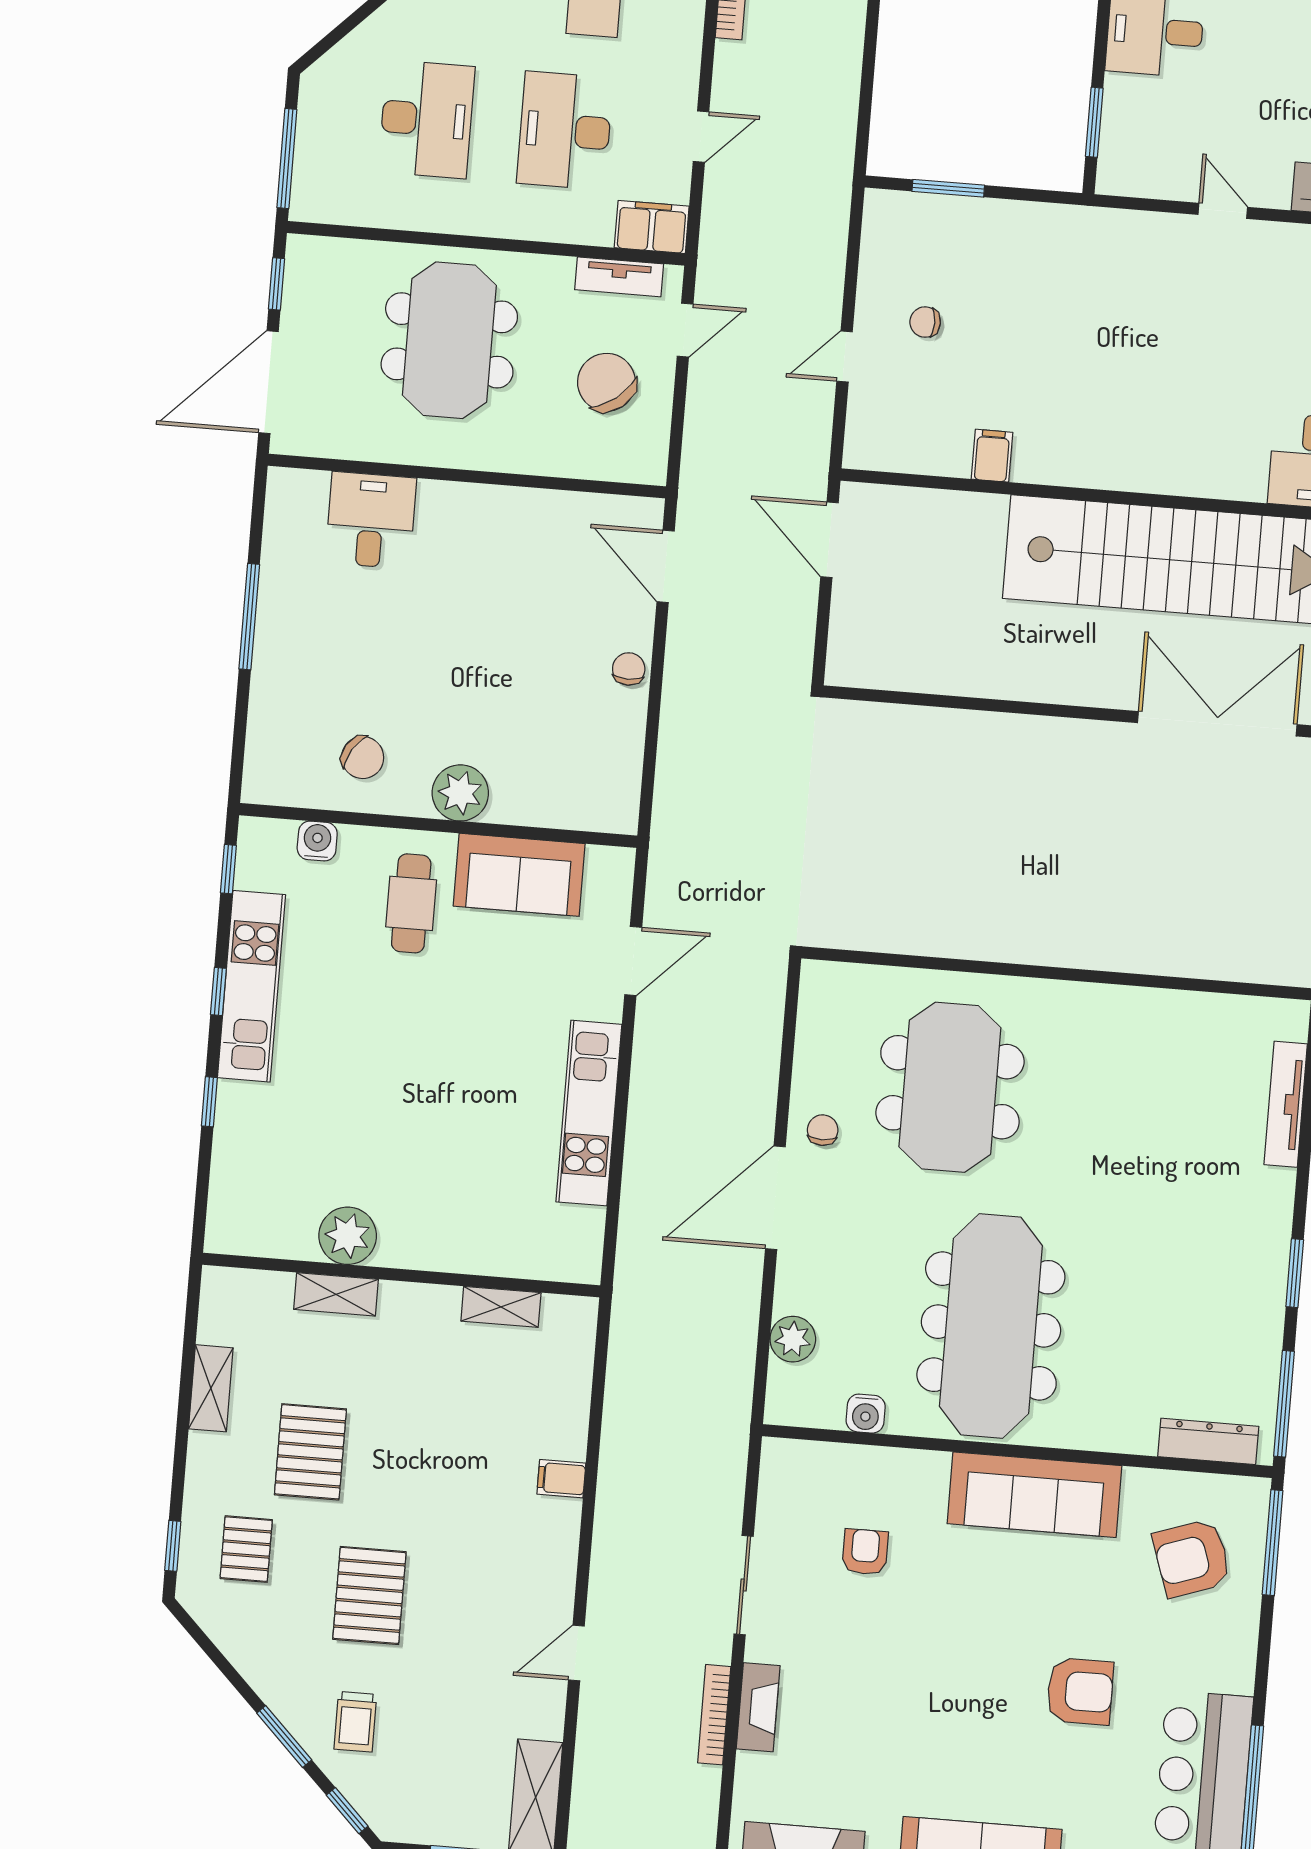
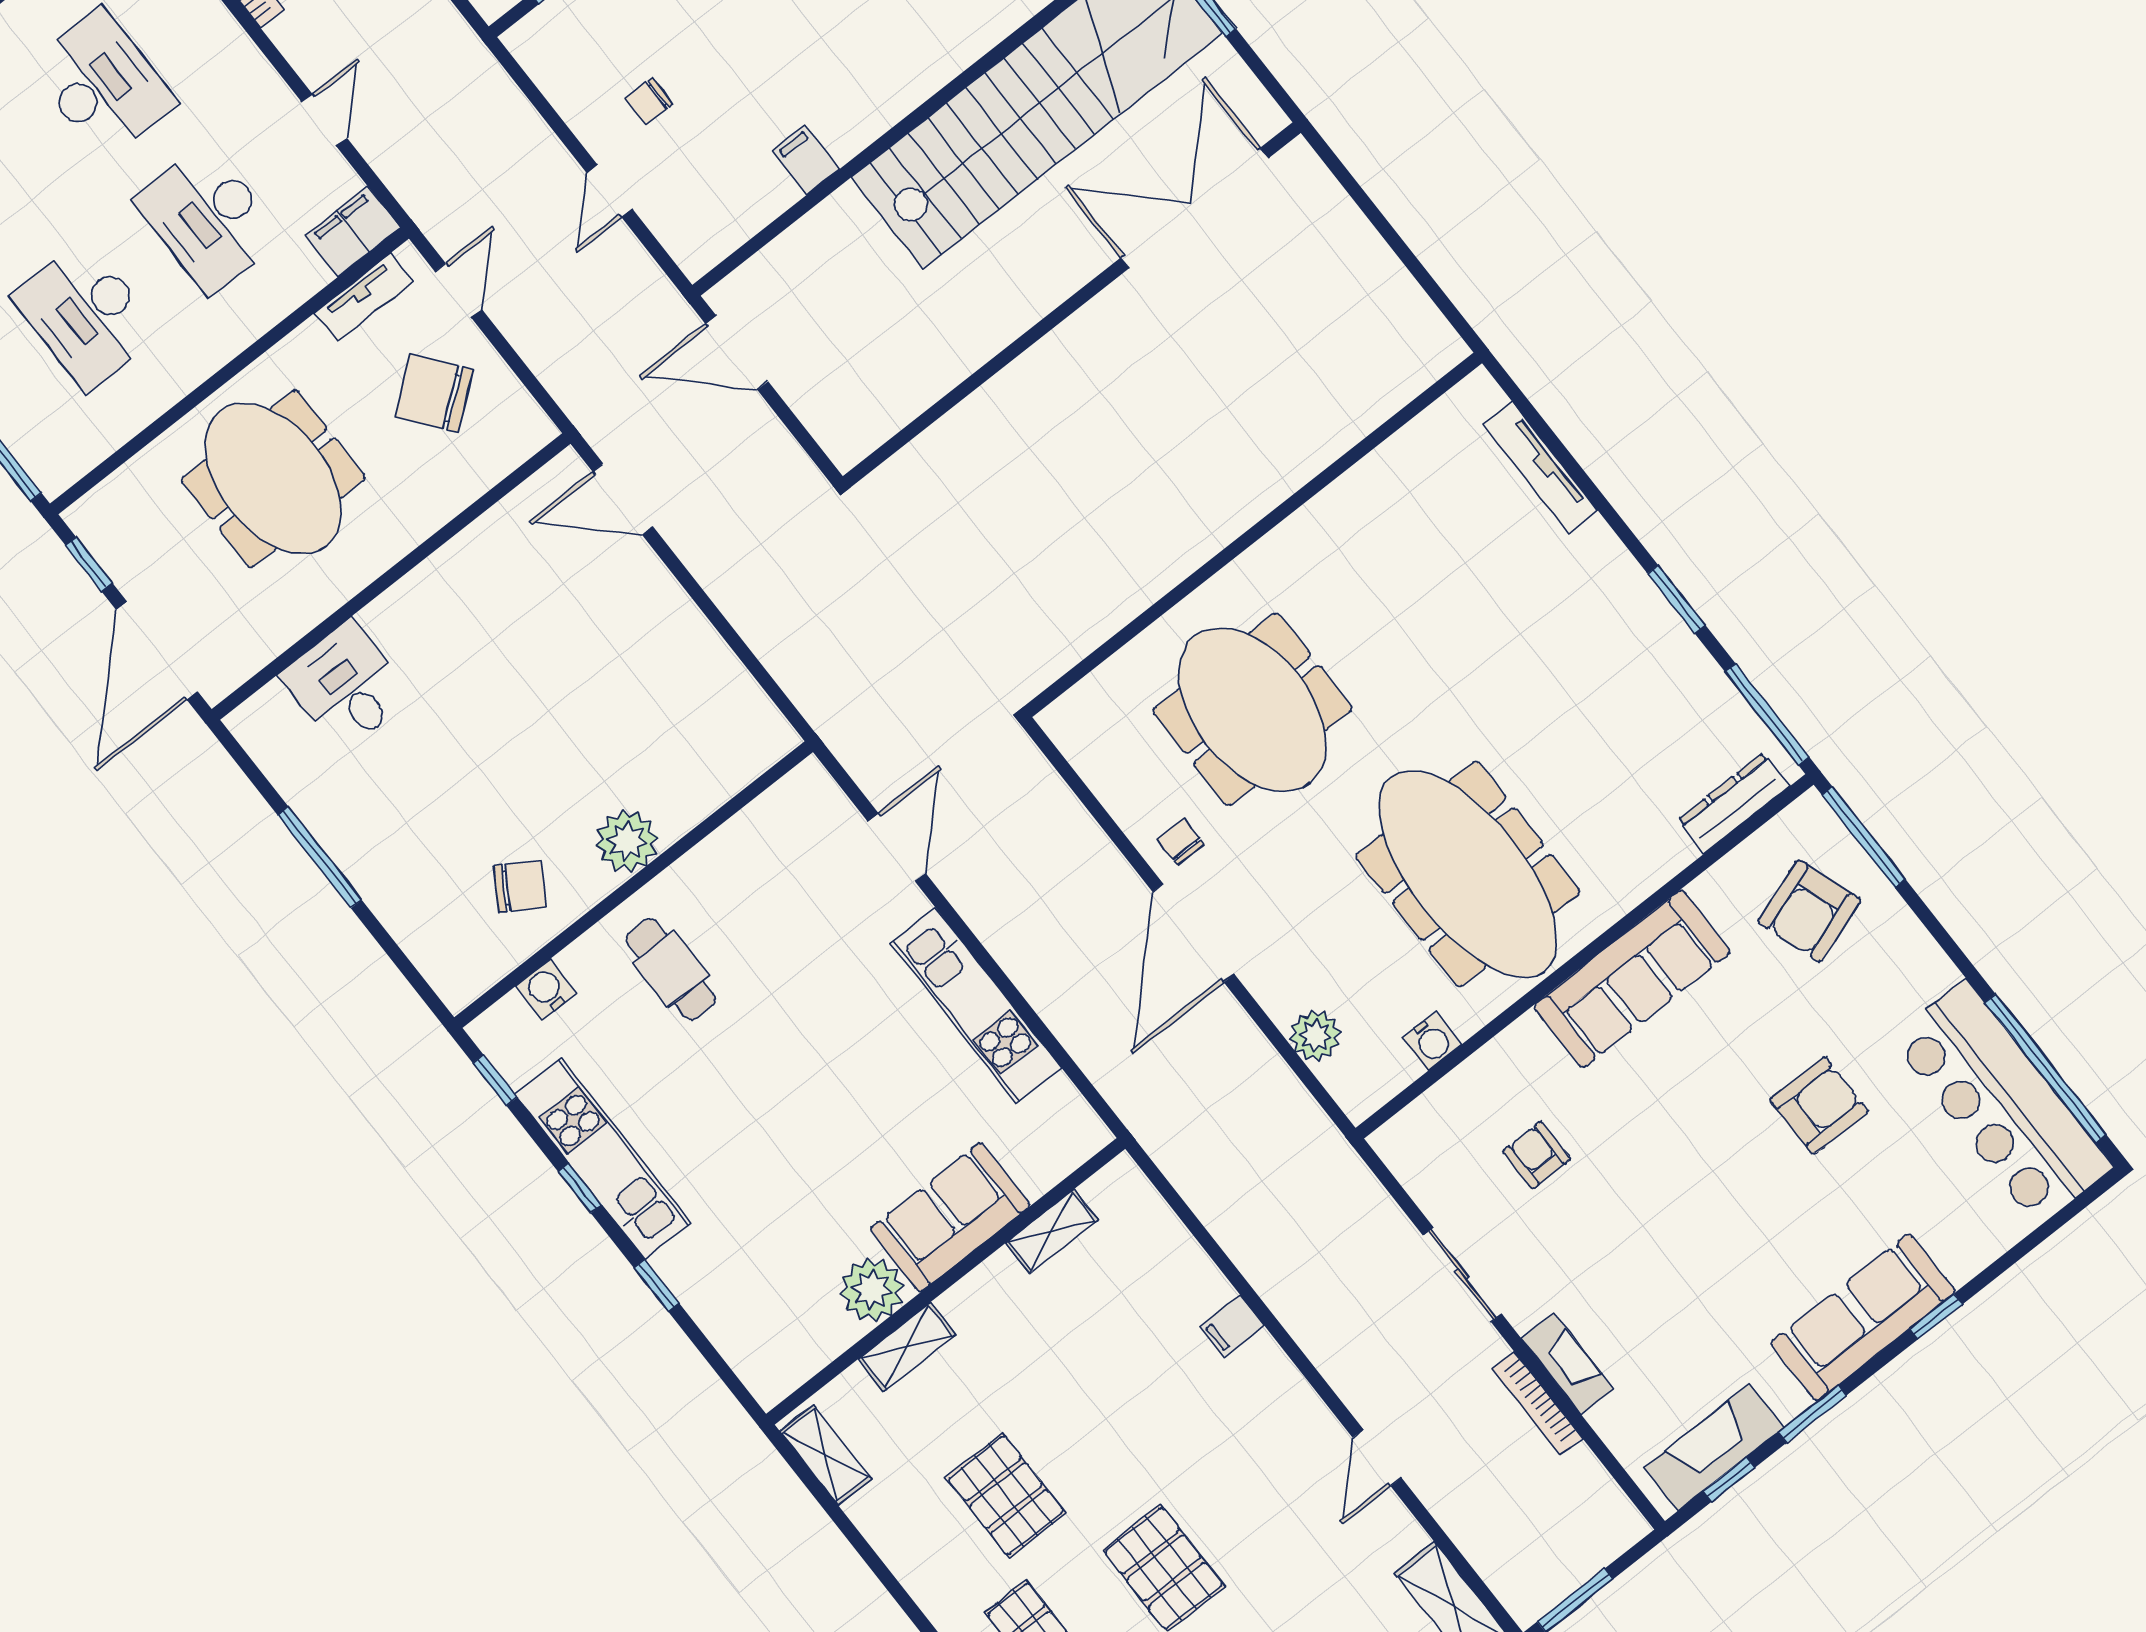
desk: (427, 119) -> (86, 315), turned 180
chair: (629, 669) -> (671, 611), removed
sofa: (519, 875) -> (950, 1217), moved, turned 180
shelving: (211, 1388) -> (825, 1455), moved

